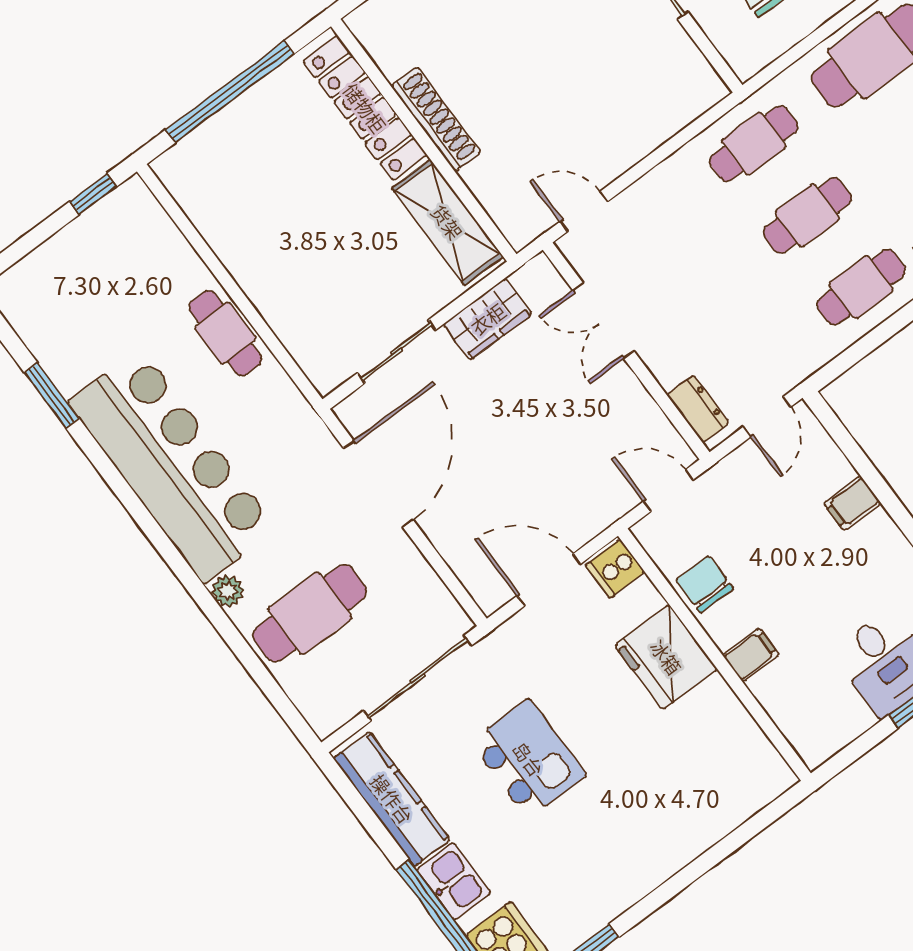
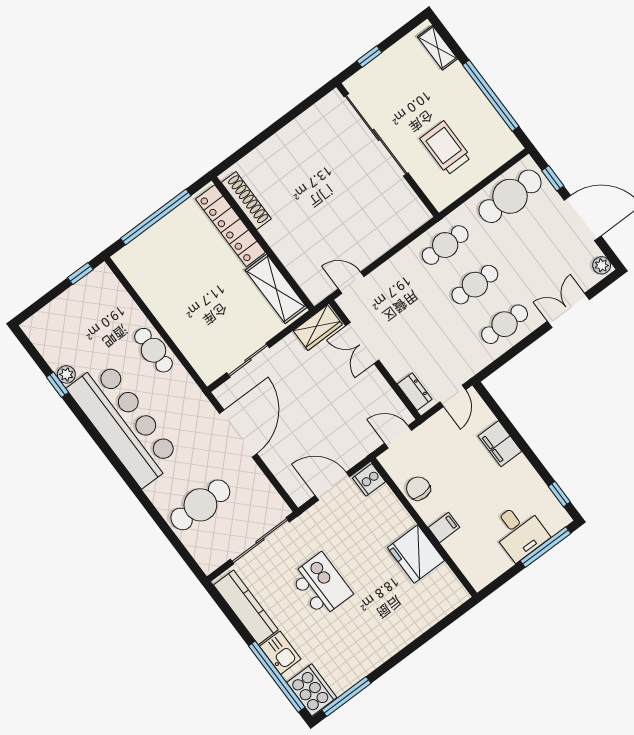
shoe rack: (436, 119) -> (246, 201), moved
wardrobe: (488, 319) -> (318, 328), moved
window: (52, 395) -> (58, 385), width x0.67
filing cabinet: (852, 503) -> (500, 444), width x2.00
plant: (228, 591) -> (66, 374), moved
fridge: (666, 657) -> (416, 554), moved

